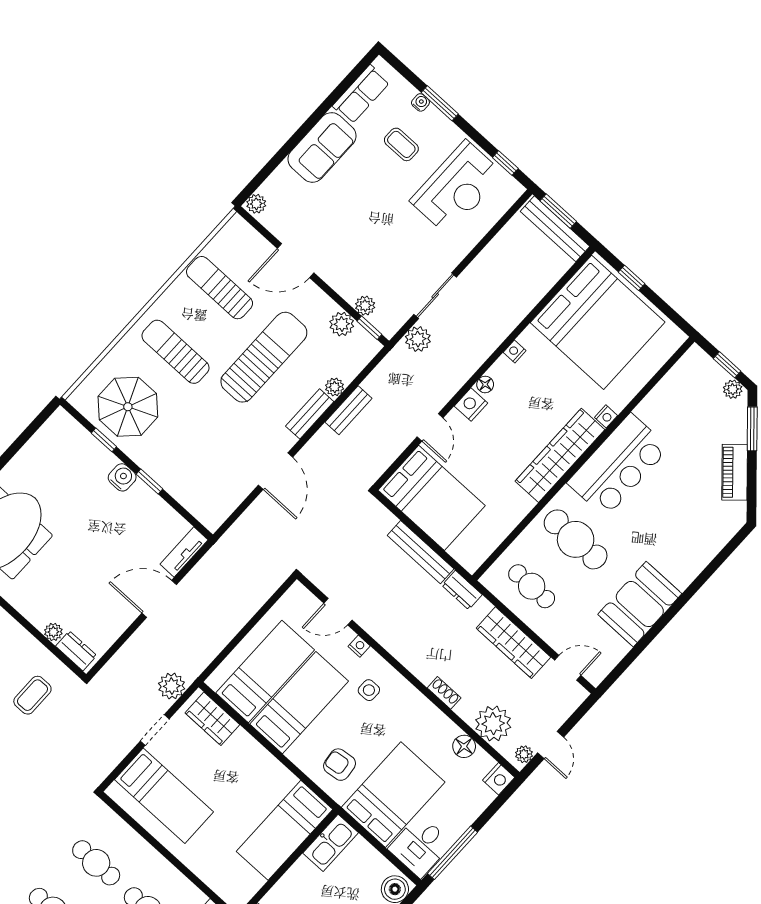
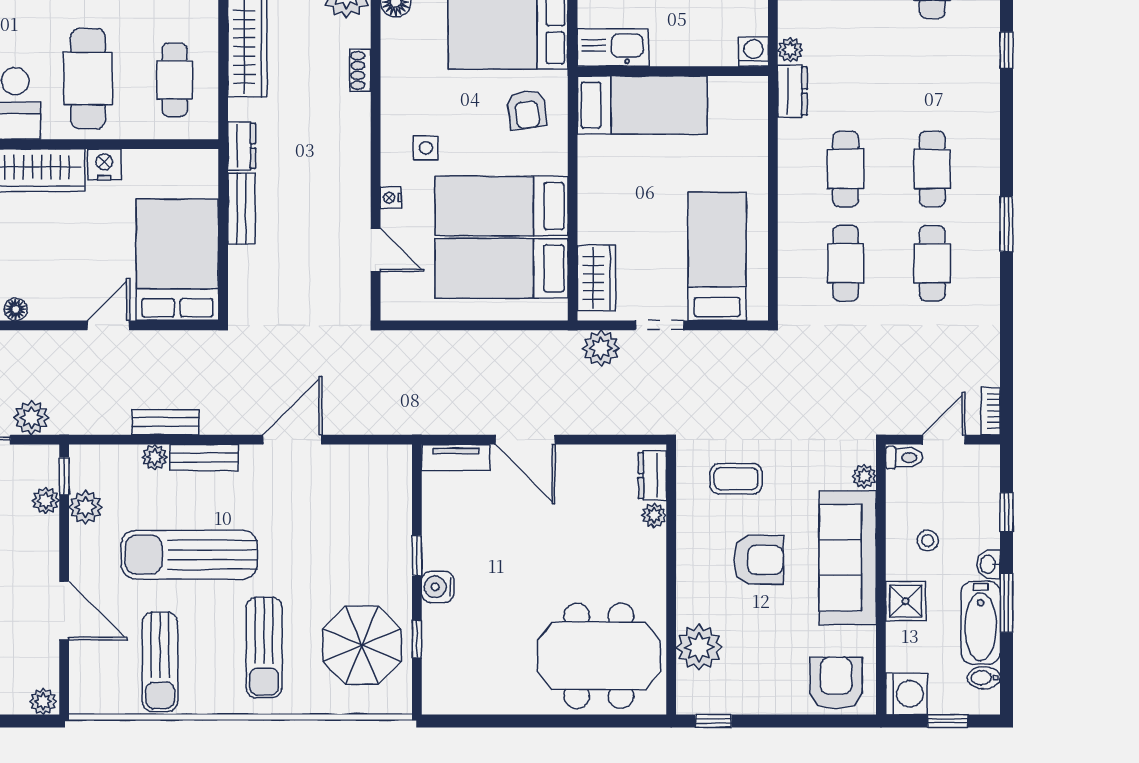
nightstand: (471, 405) -> (104, 164), moved, turned 180
bench: (421, 552) -> (241, 209), width x0.73

